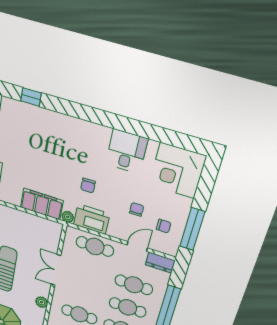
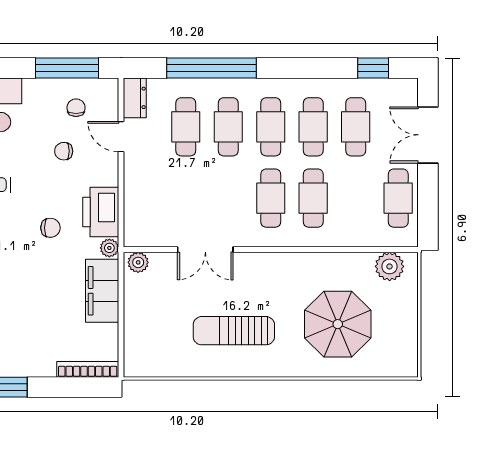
cafe table: (95, 246) -> (143, 198), removed
plant: (42, 302) -> (138, 262), moved

